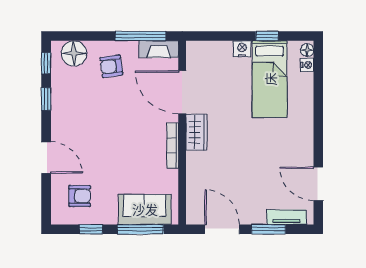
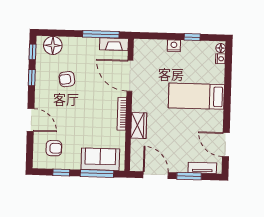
armchair: (111, 66) -> (67, 79), moved
bed: (270, 79) -> (196, 96), moved, turned 90
wardrobe: (196, 132) -> (139, 126), moved

